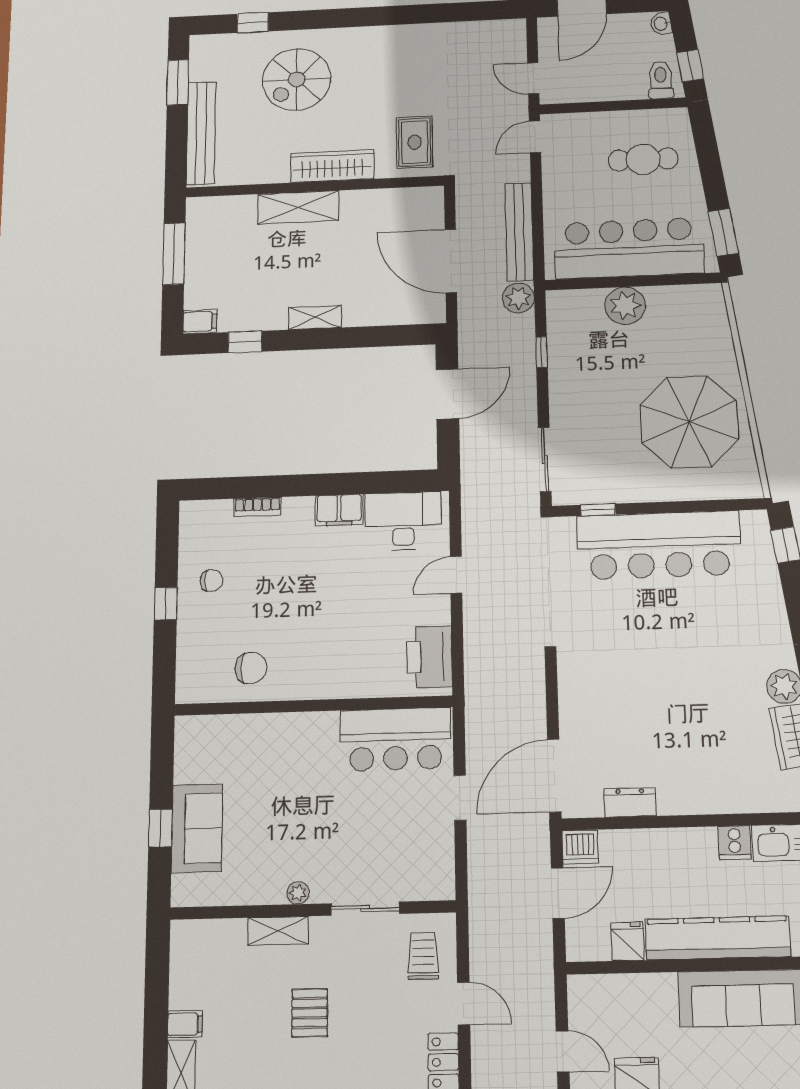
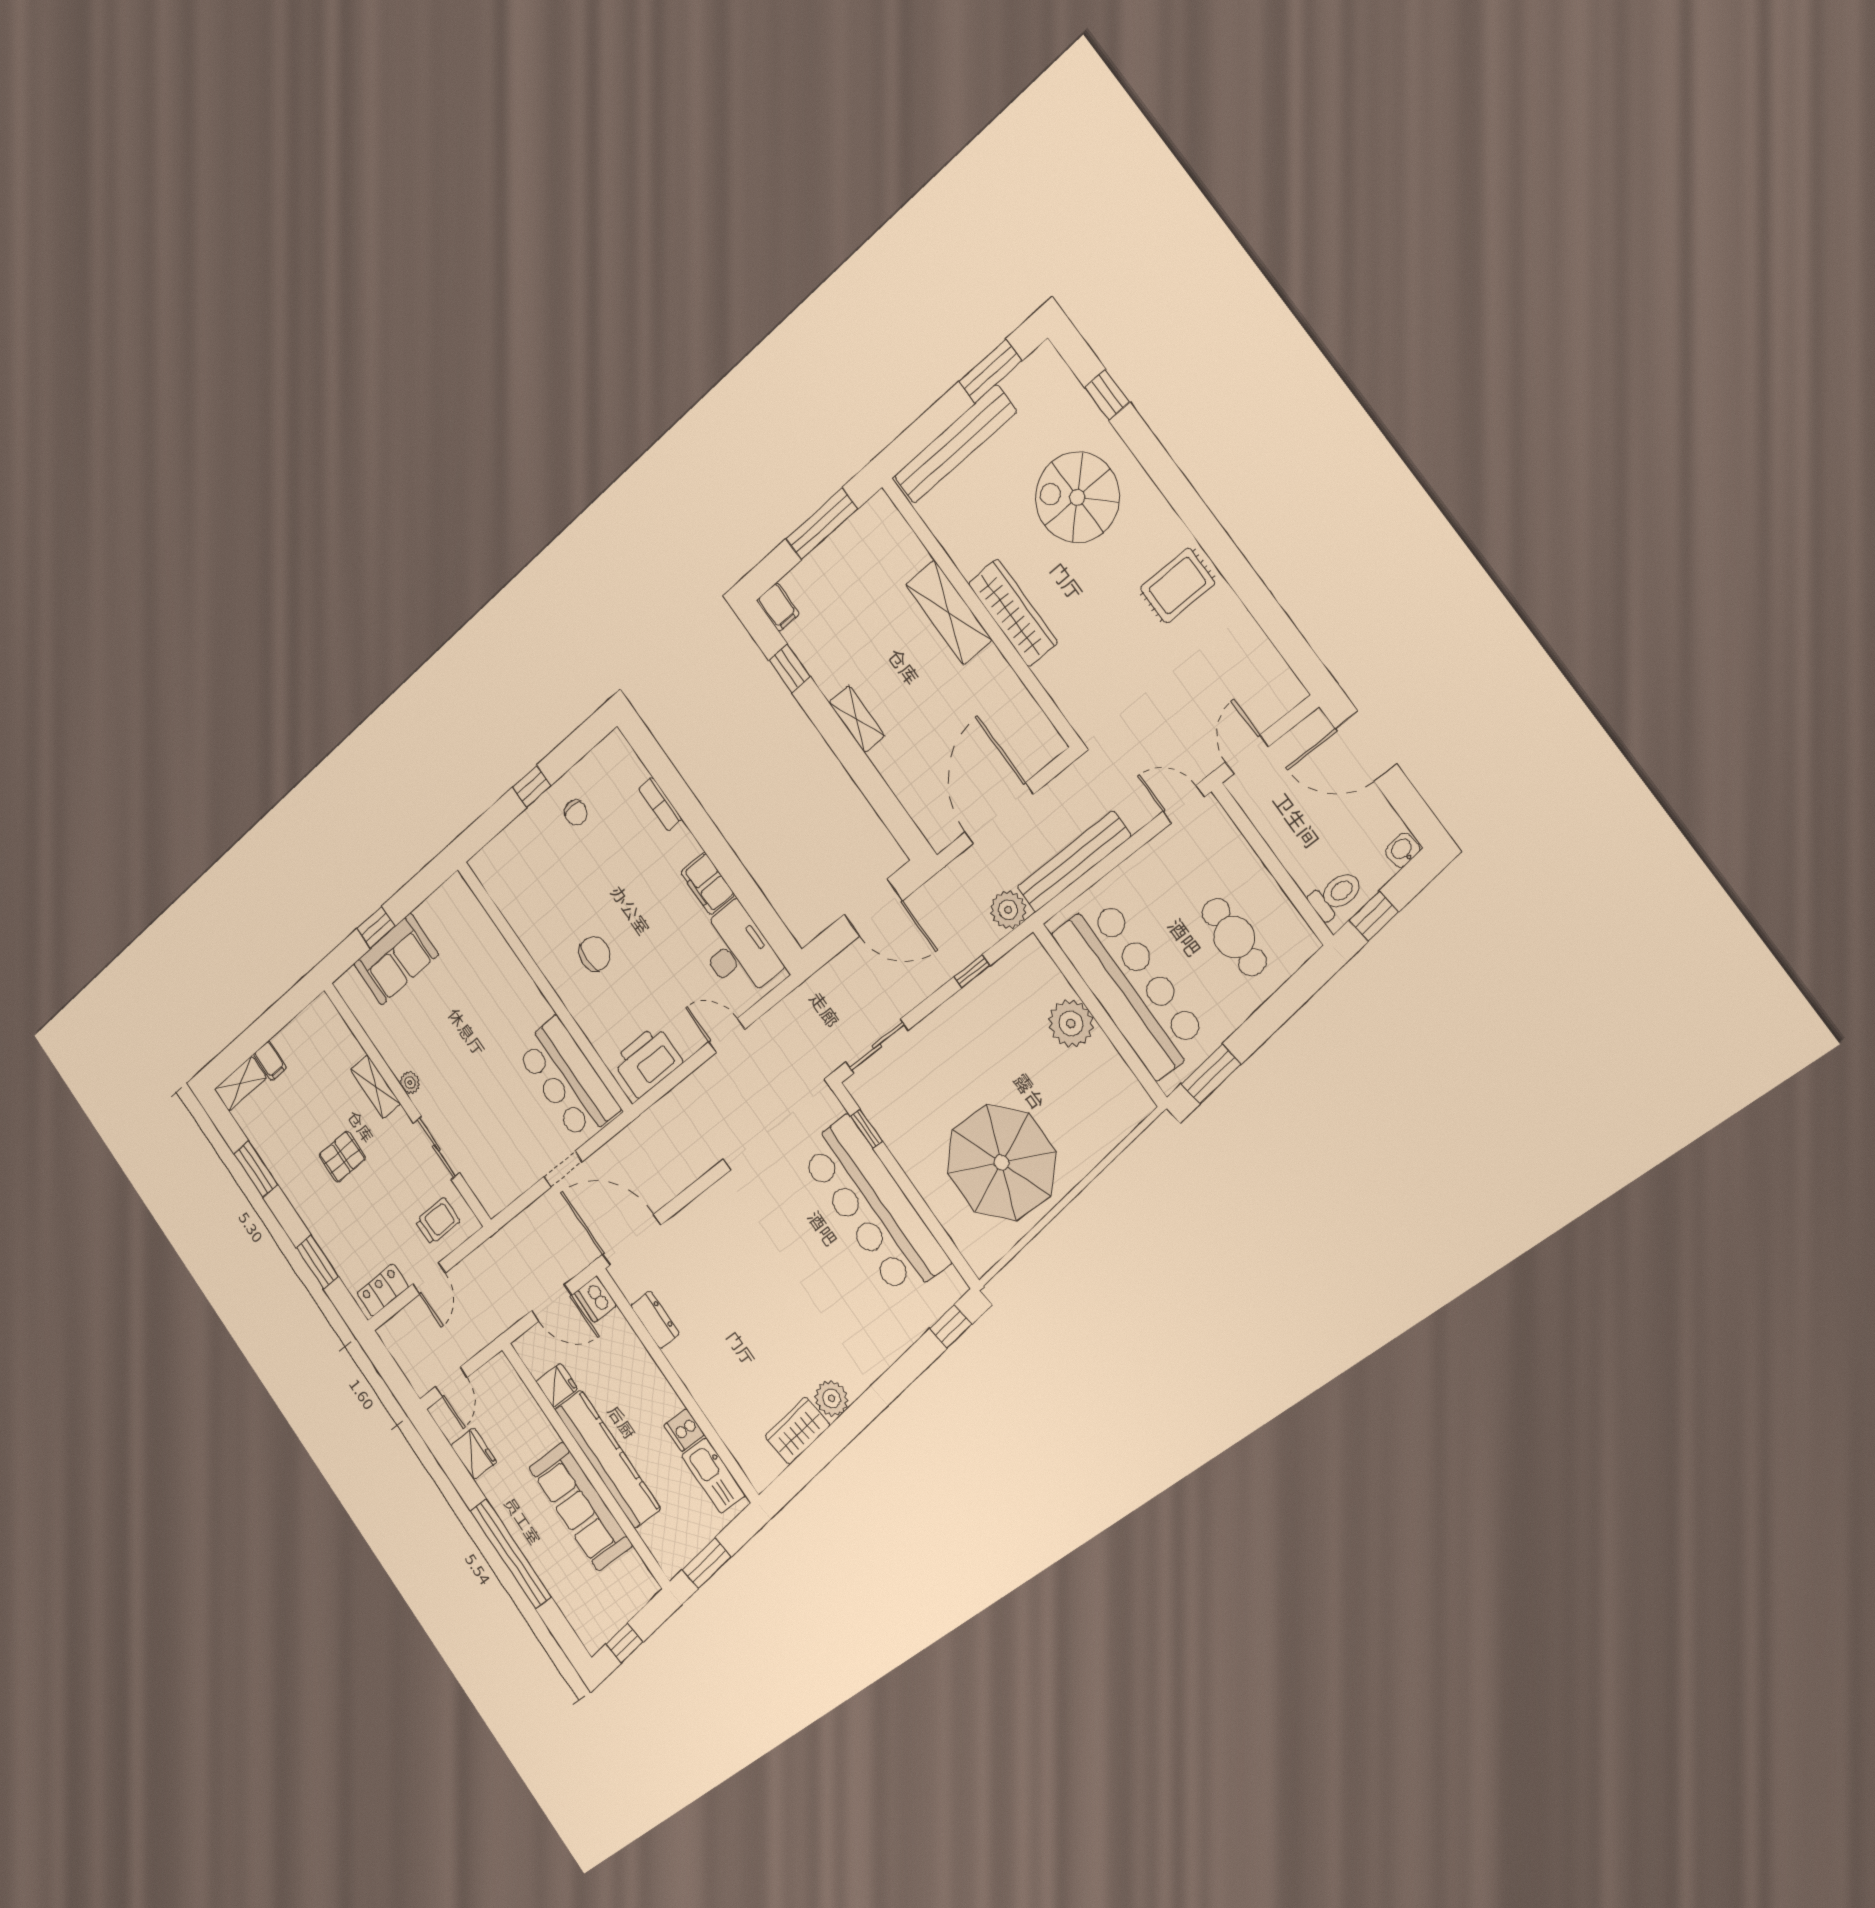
rug: (415, 142) -> (1177, 586), moved
chair: (251, 668) -> (595, 954), moved, turned -90

